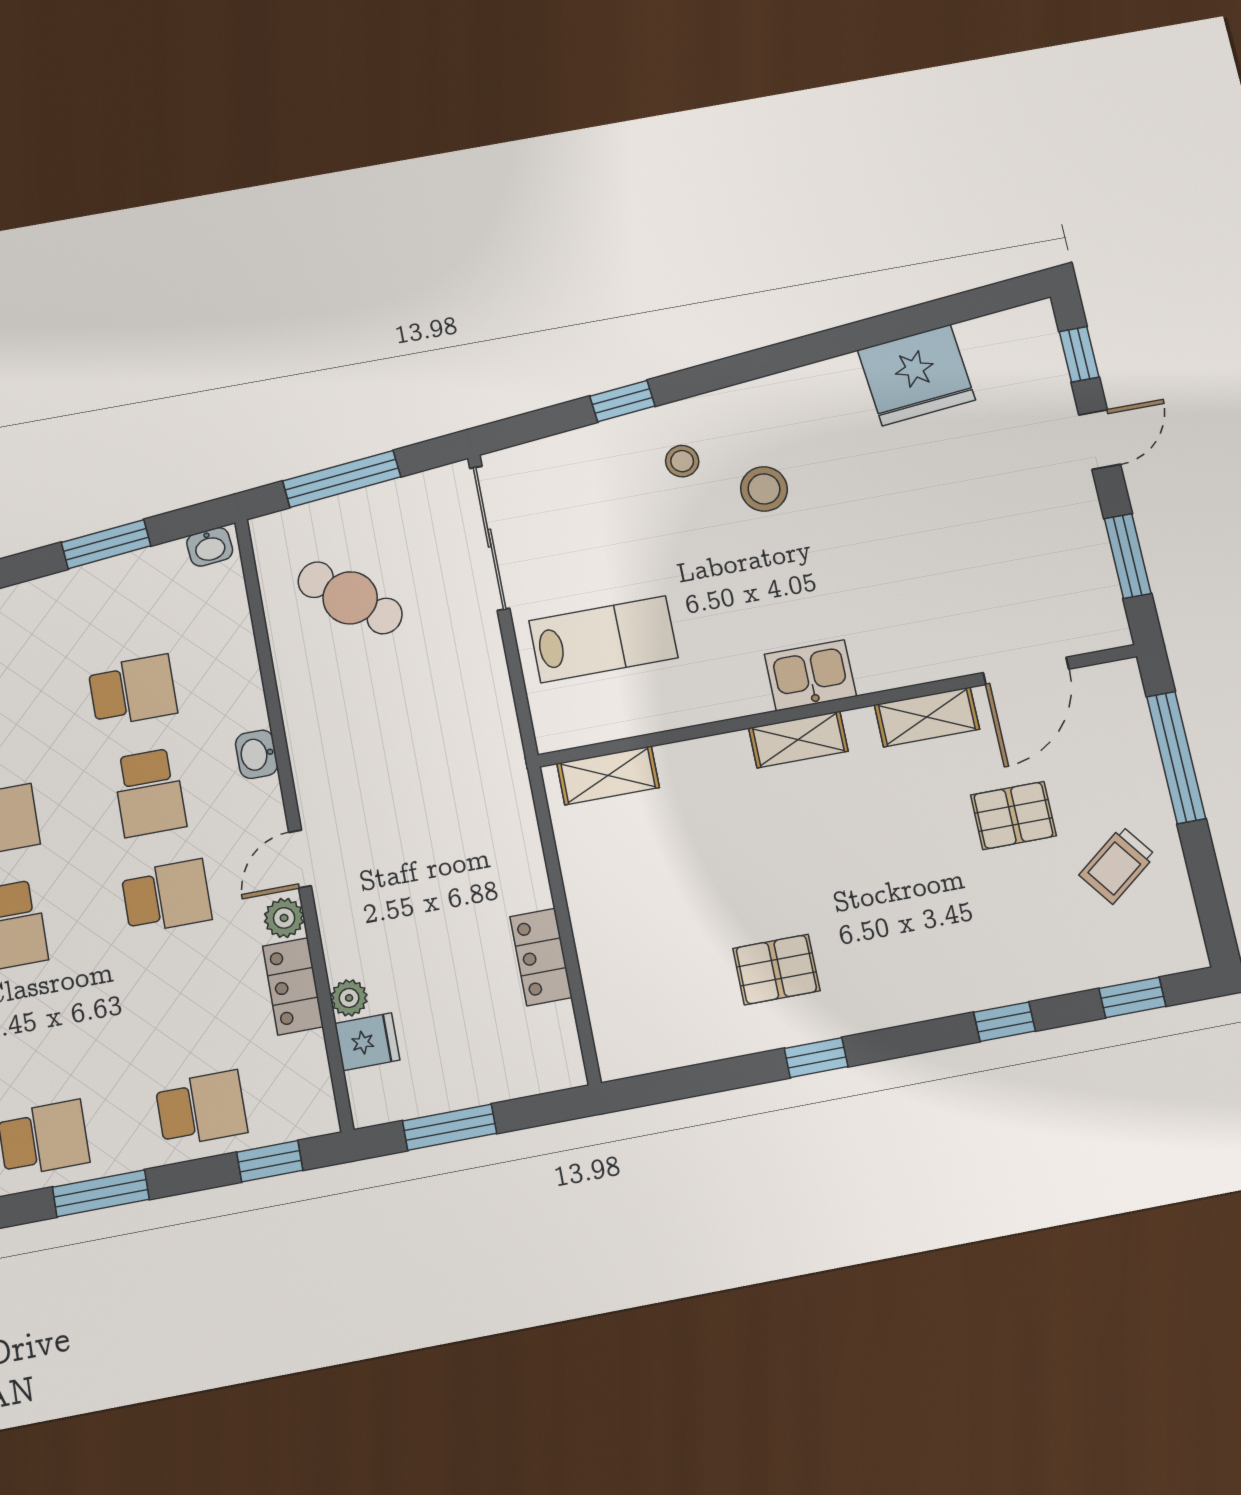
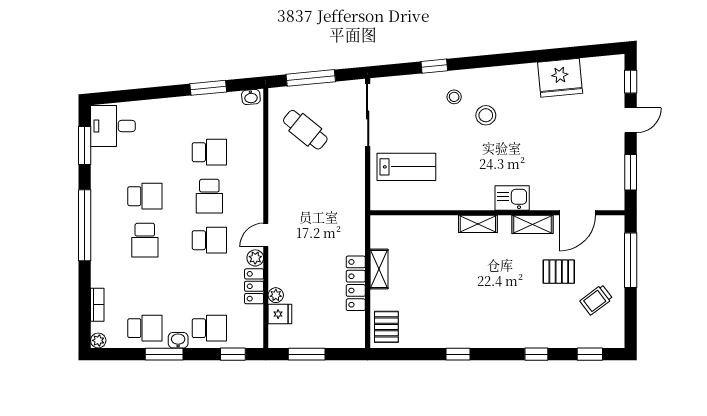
kitchen sink: (810, 675) -> (512, 198), moved
washbasin: (257, 754) -> (178, 340), moved, turned 90
shelving: (608, 775) -> (379, 269), moved, turned 90
locker: (541, 957) -> (356, 283), width x1.53
pallet: (776, 970) -> (386, 327), moved, turned 90

